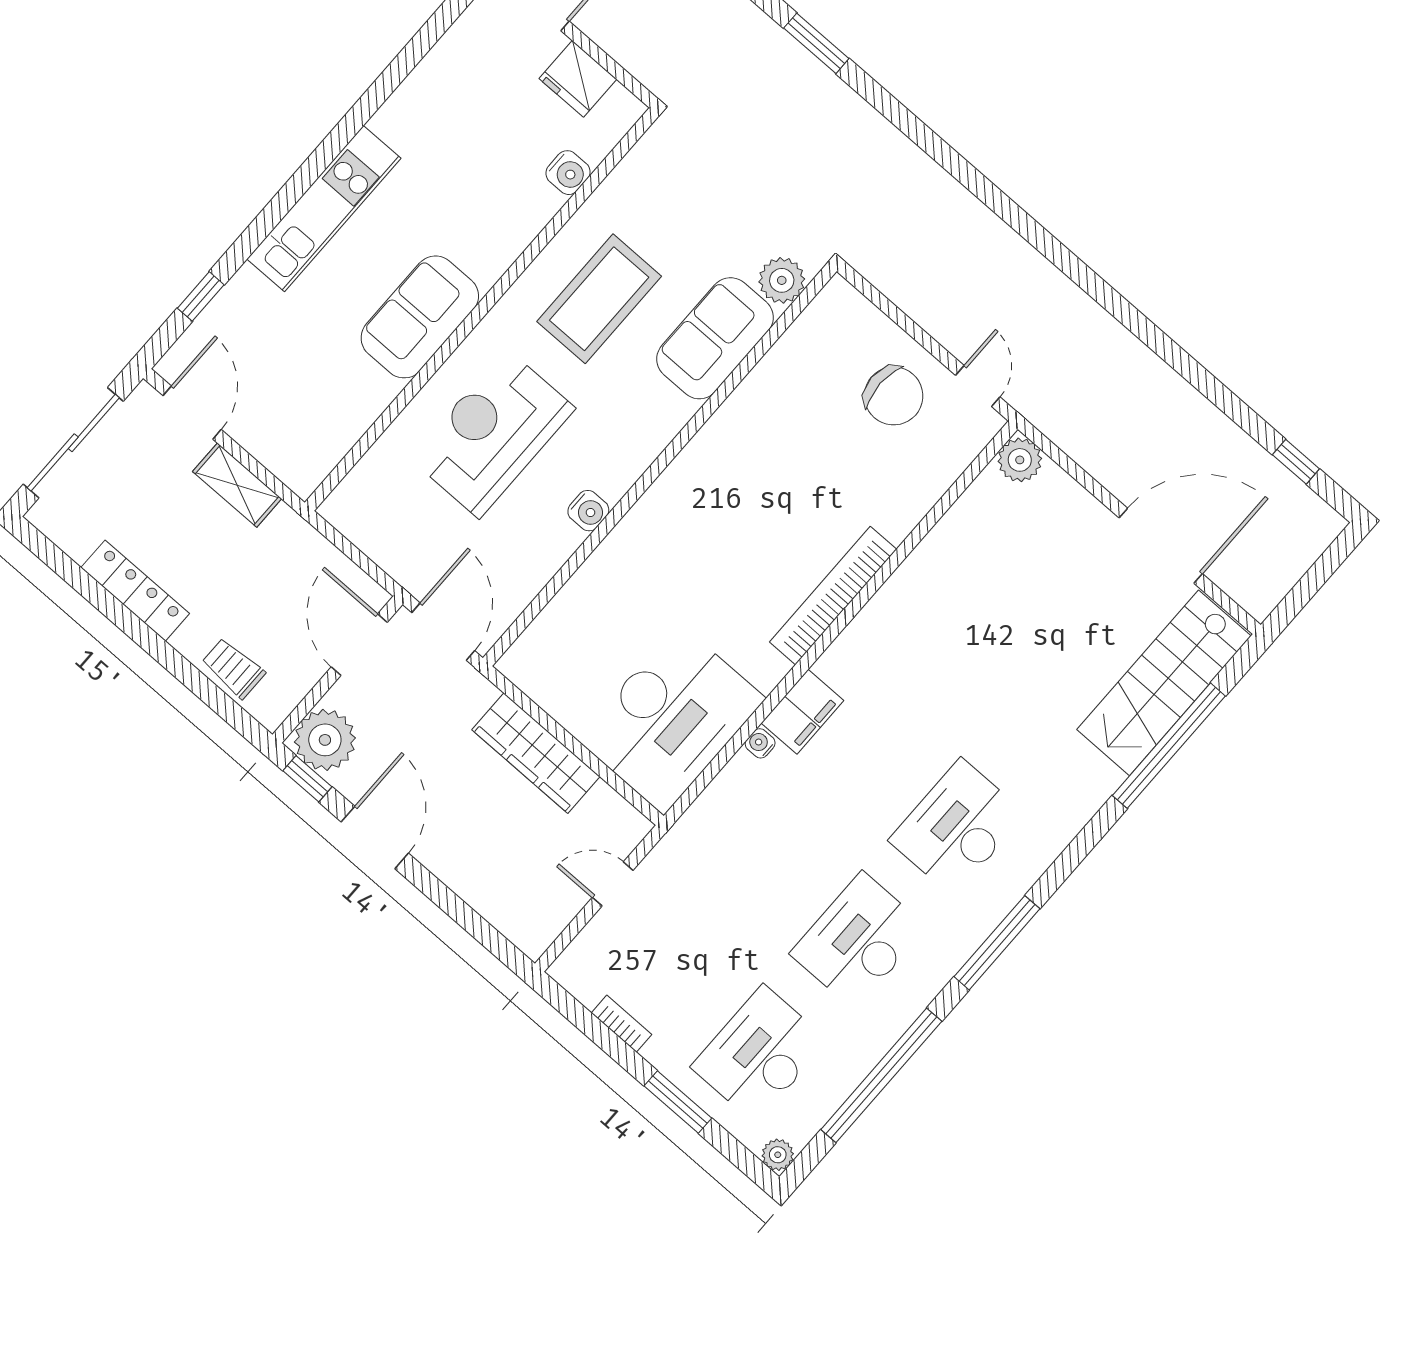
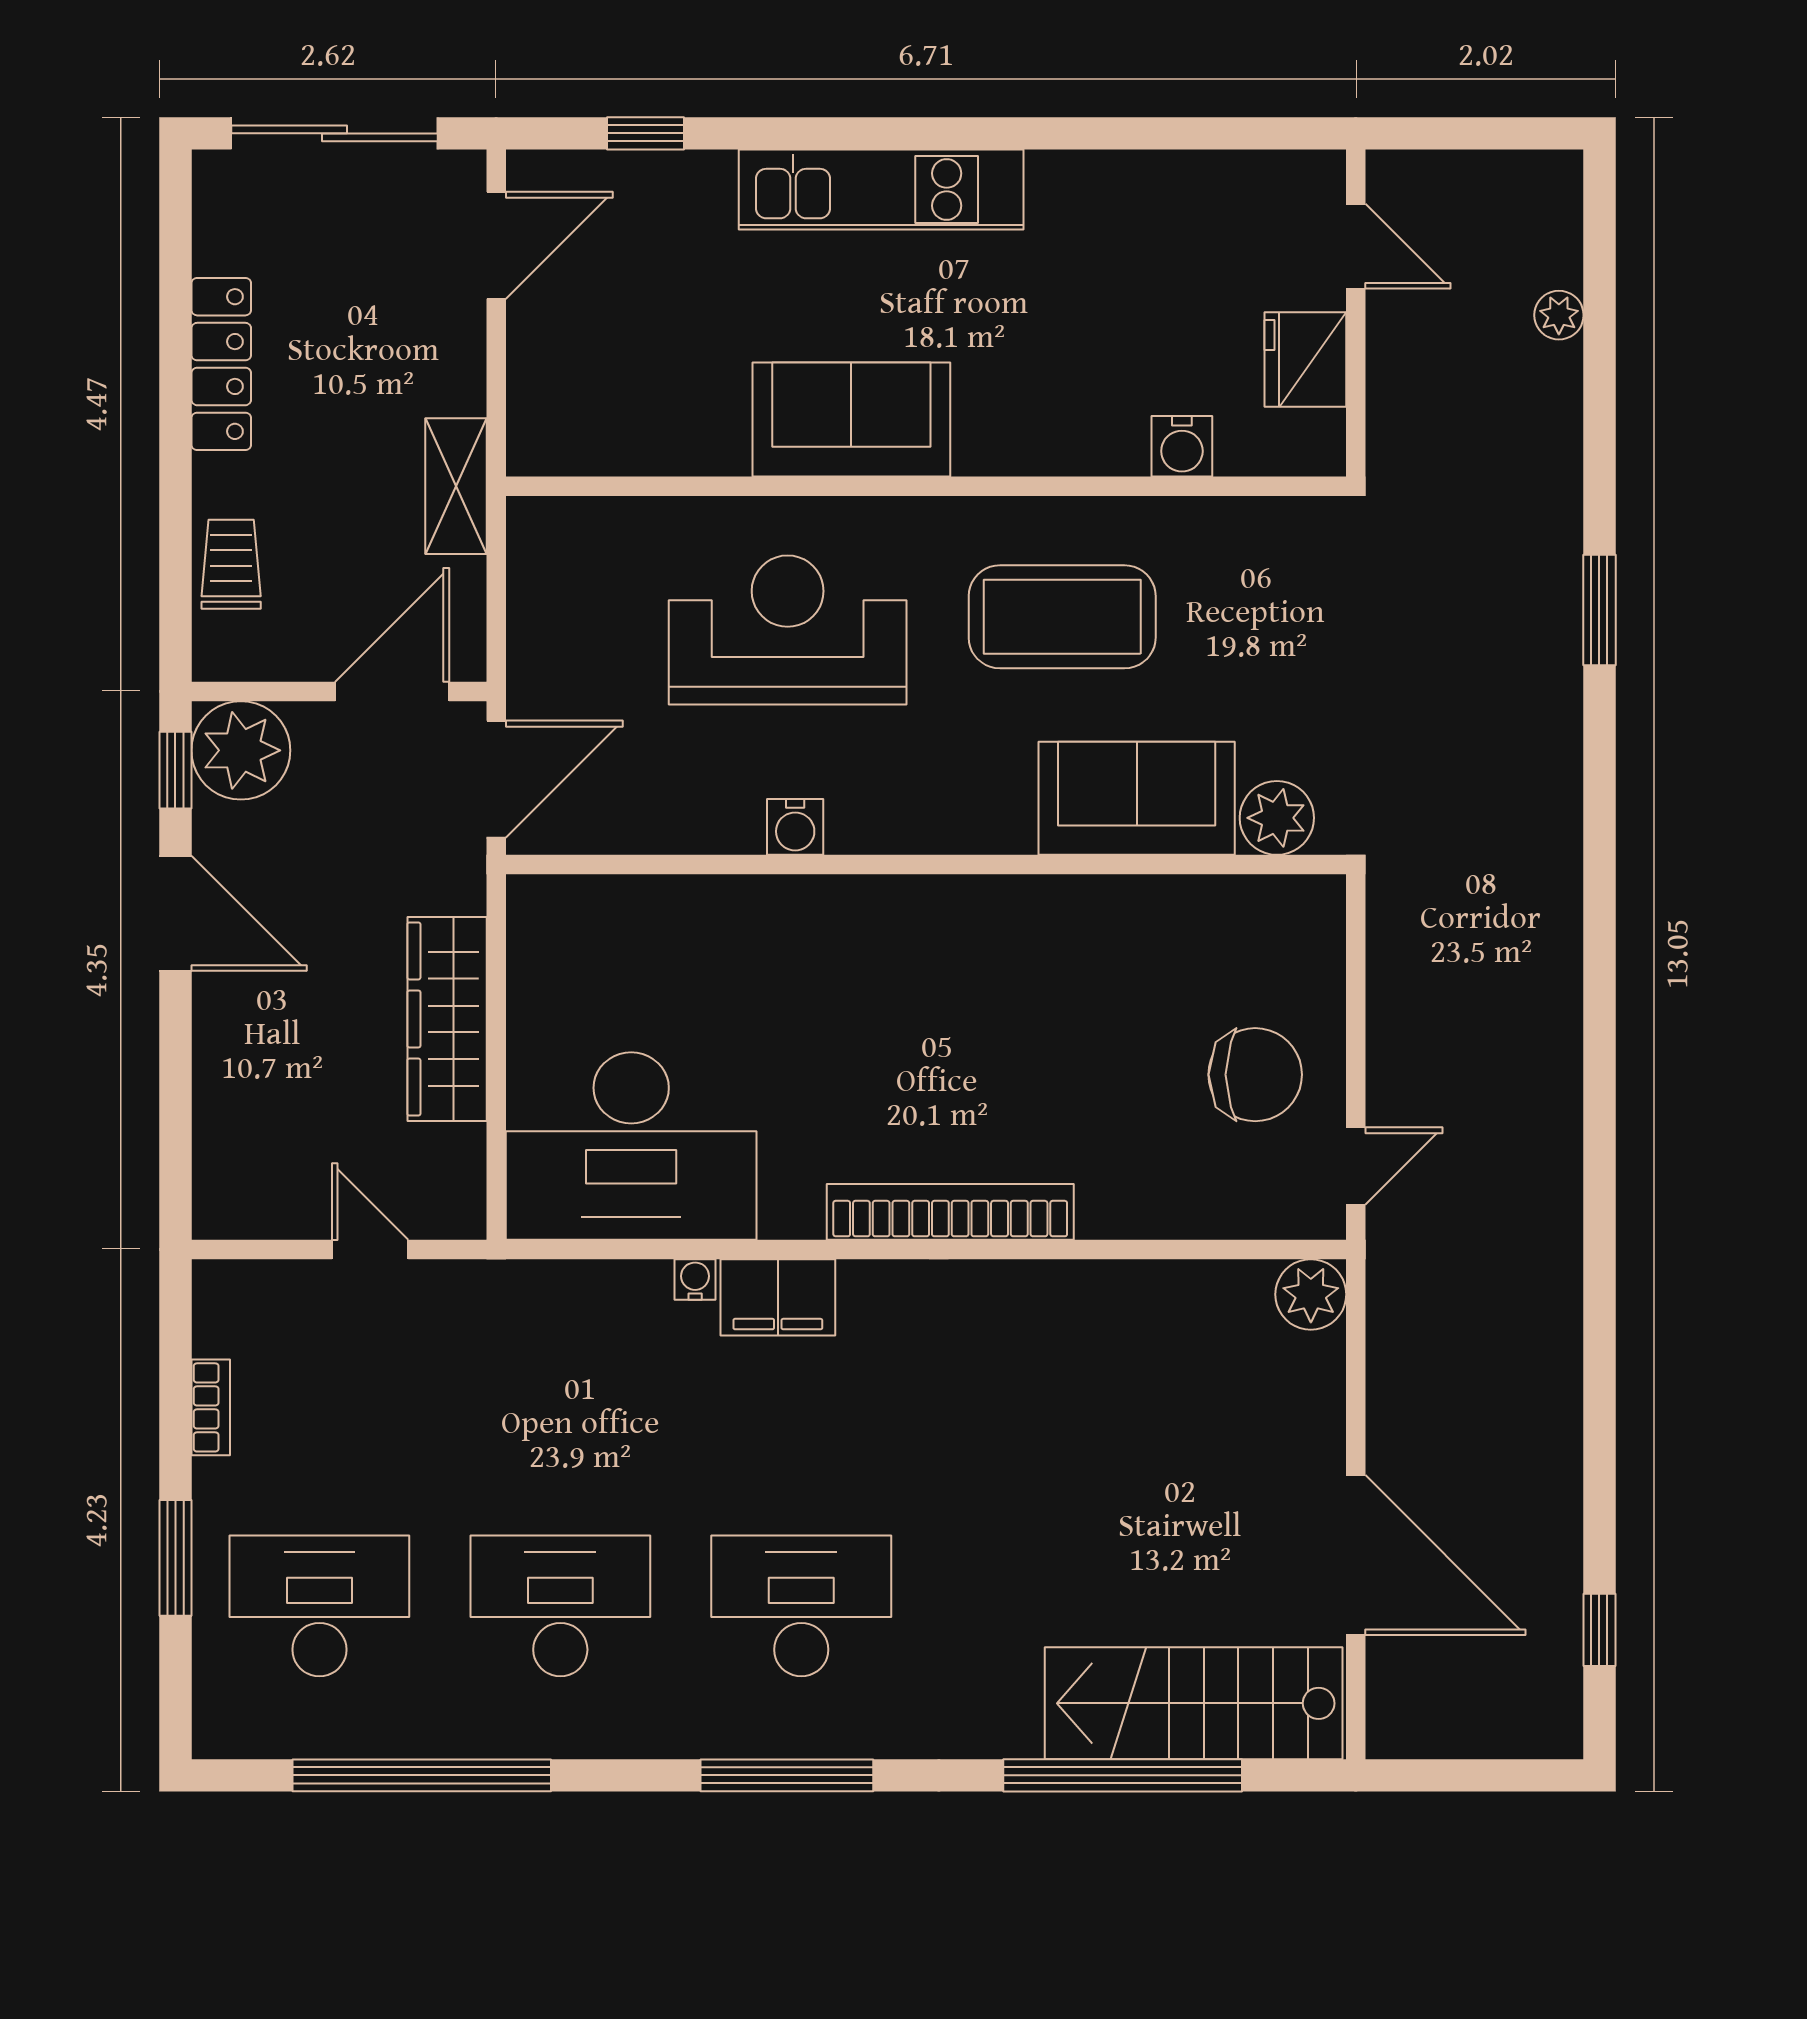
chair: (894, 396) -> (1255, 1075), turned -90
shelving: (237, 485) -> (456, 486), moved
door: (375, 838) -> (175, 913), hinge flipped
window: (997, 943) -> (787, 1775), moved
plant: (778, 1155) -> (217, 1734), removed

